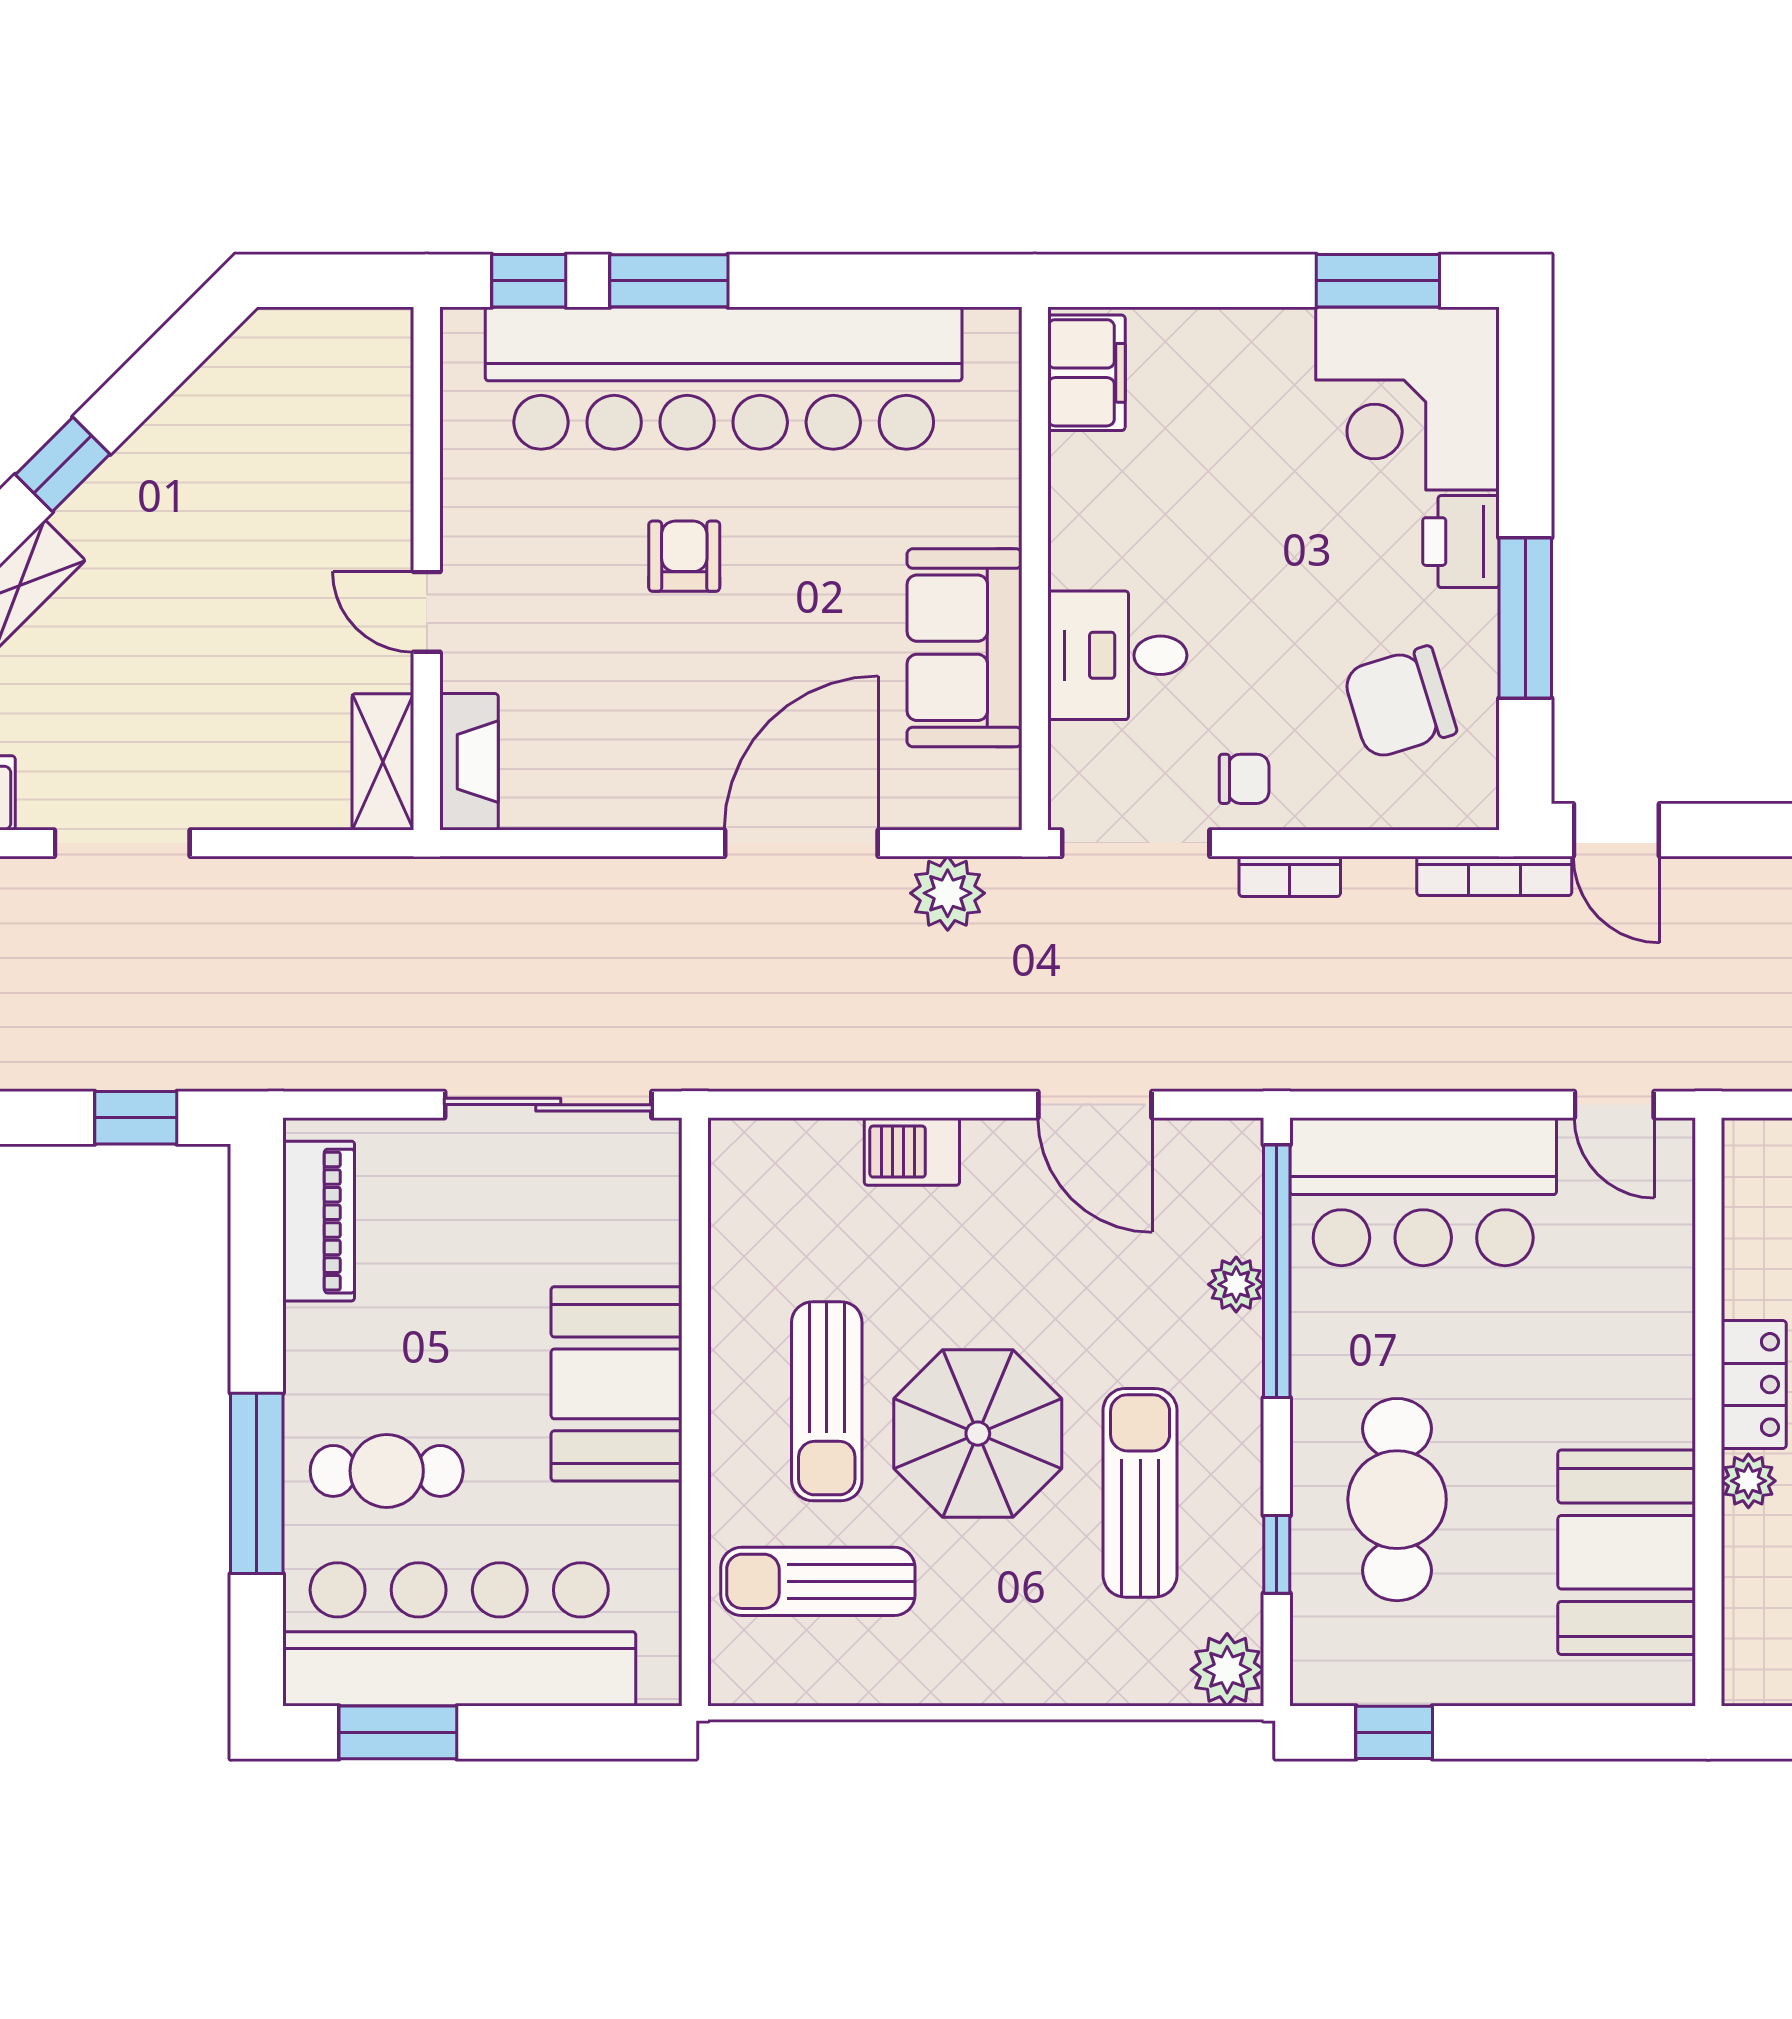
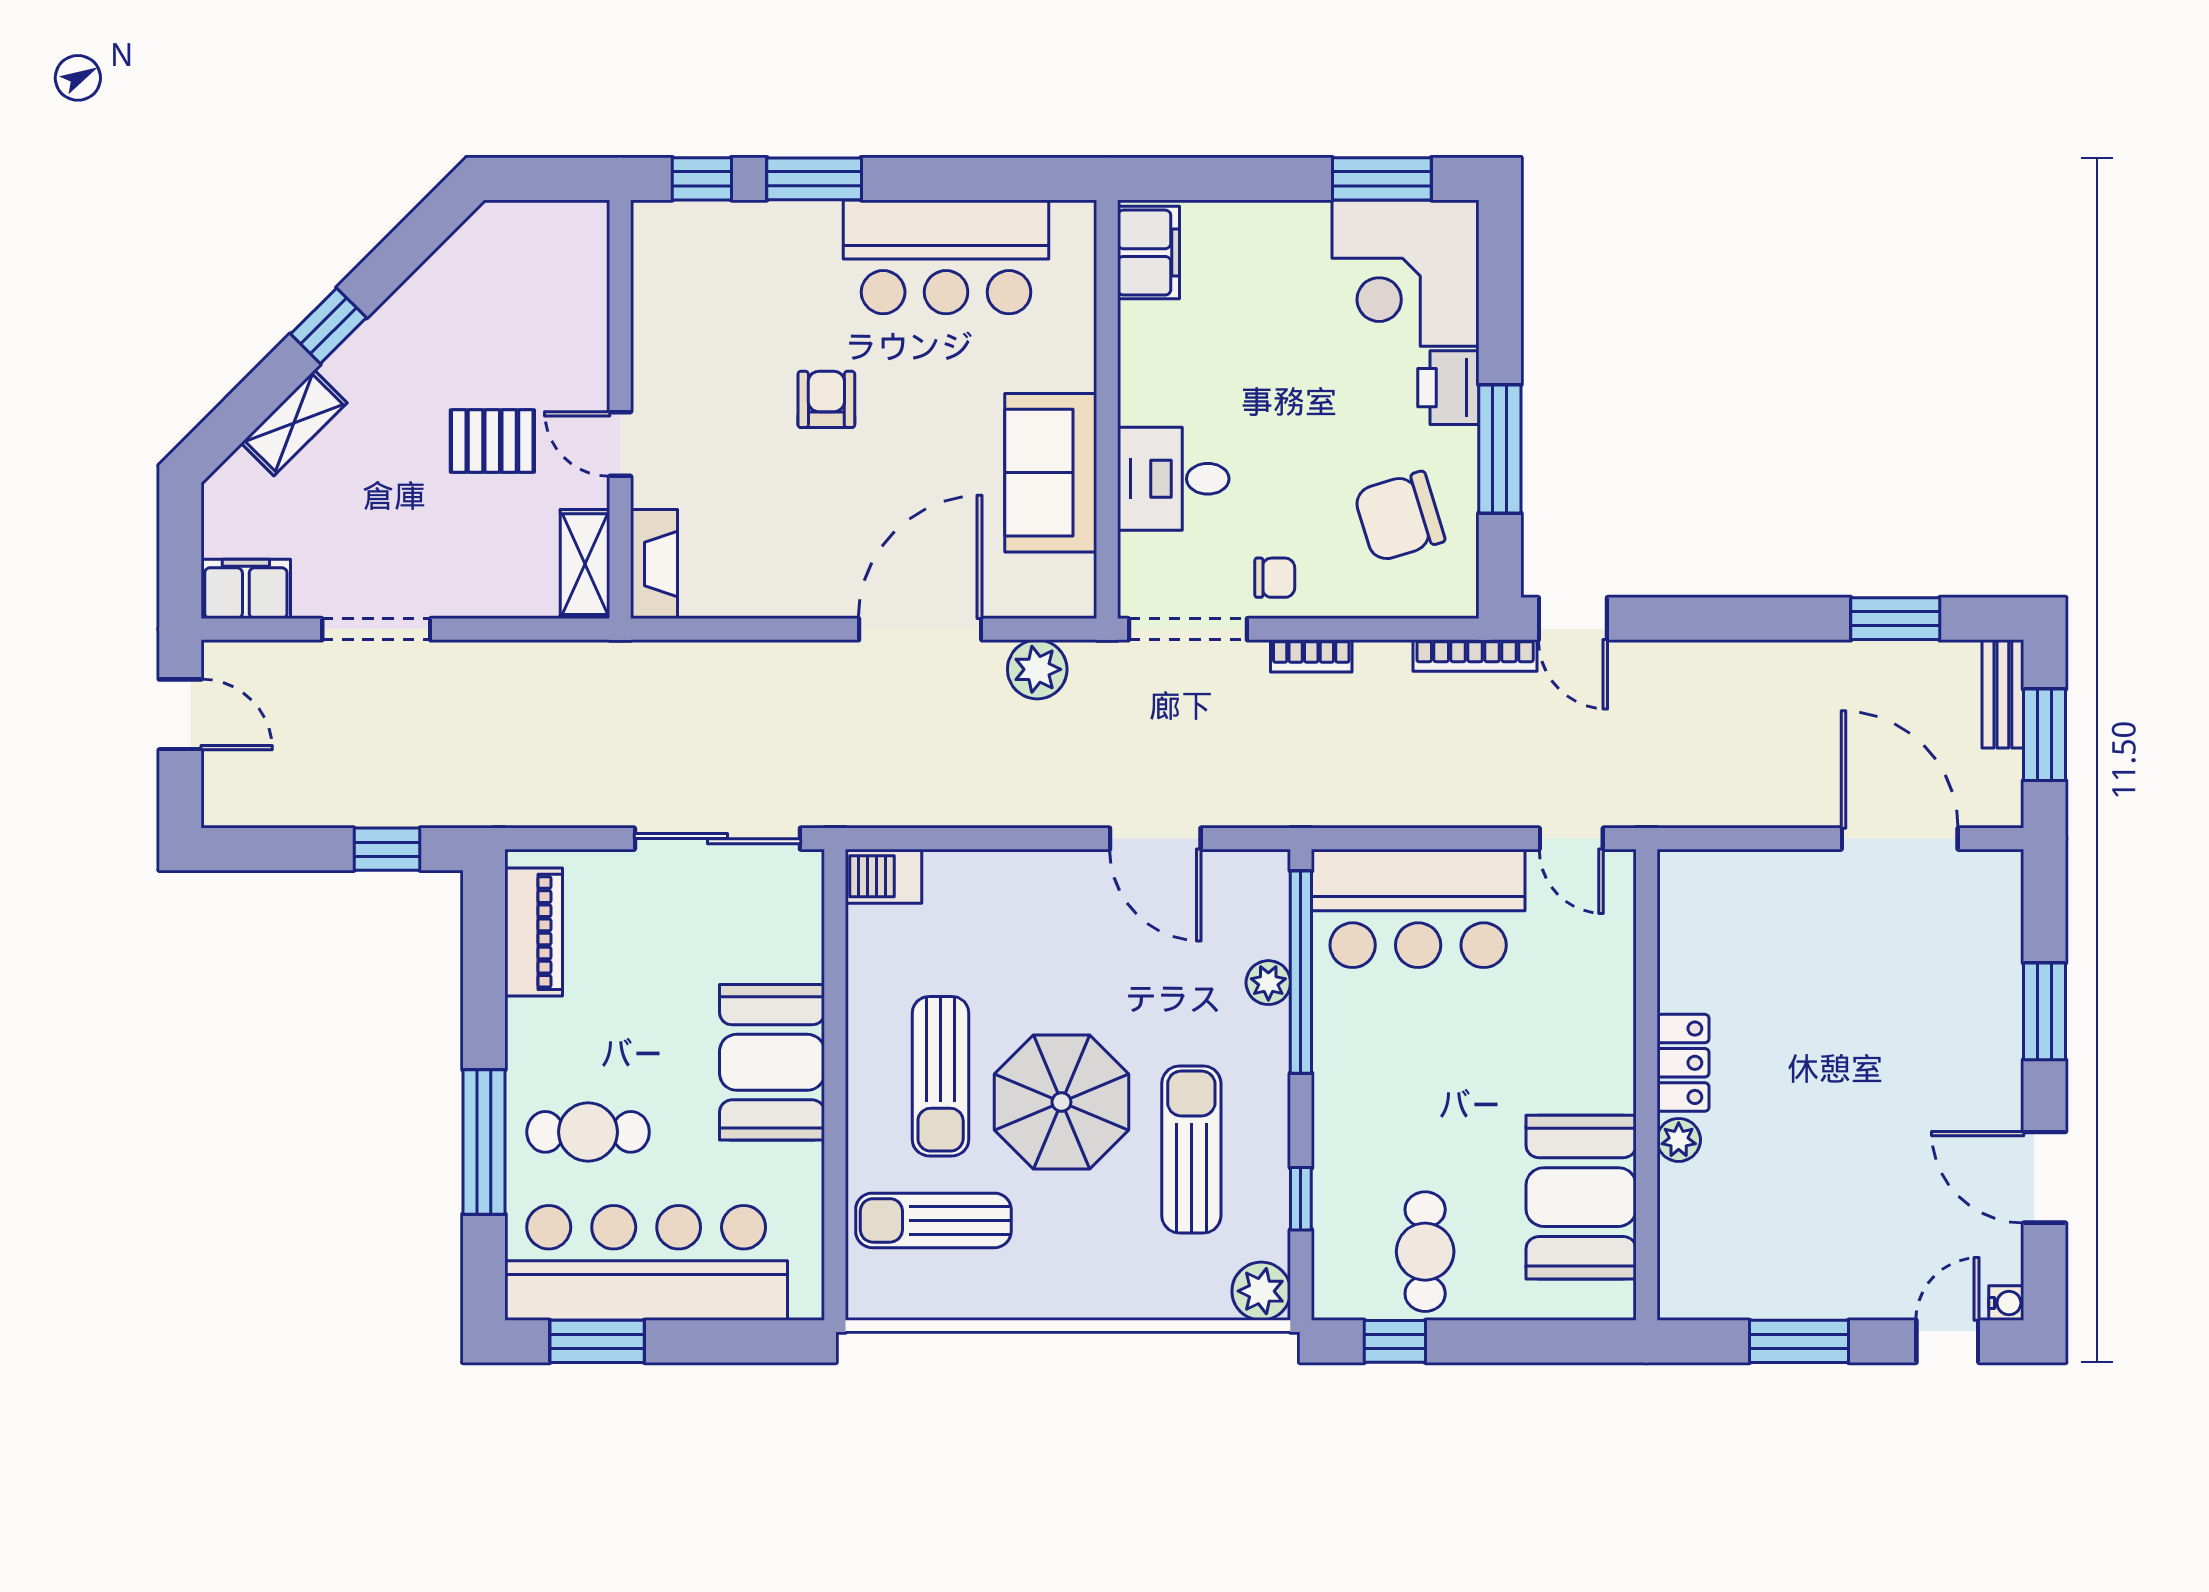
bar counter: (724, 378) -> (946, 257), width x0.54
pallet: (267, 608) -> (492, 441), added
barbecue: (912, 1152) -> (883, 876), moved
cafe table: (1397, 1500) -> (1425, 1252), moved, width x0.73, depth x0.74

